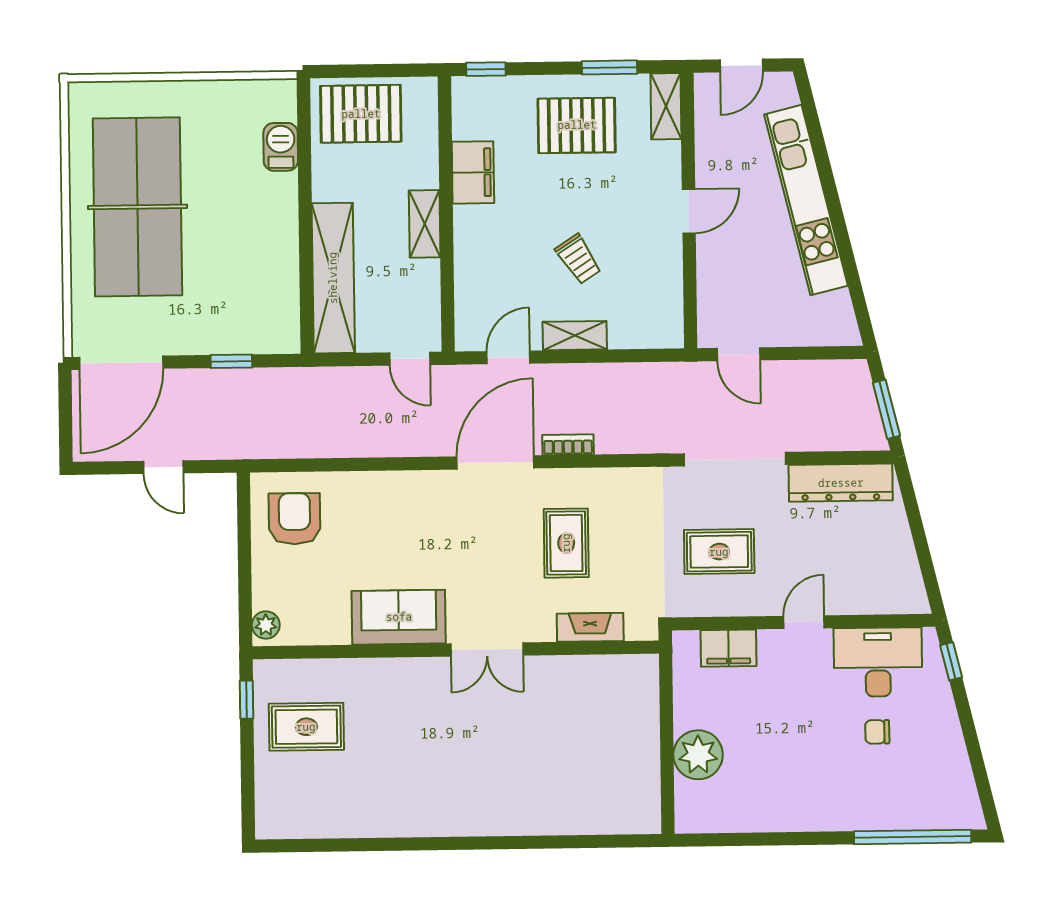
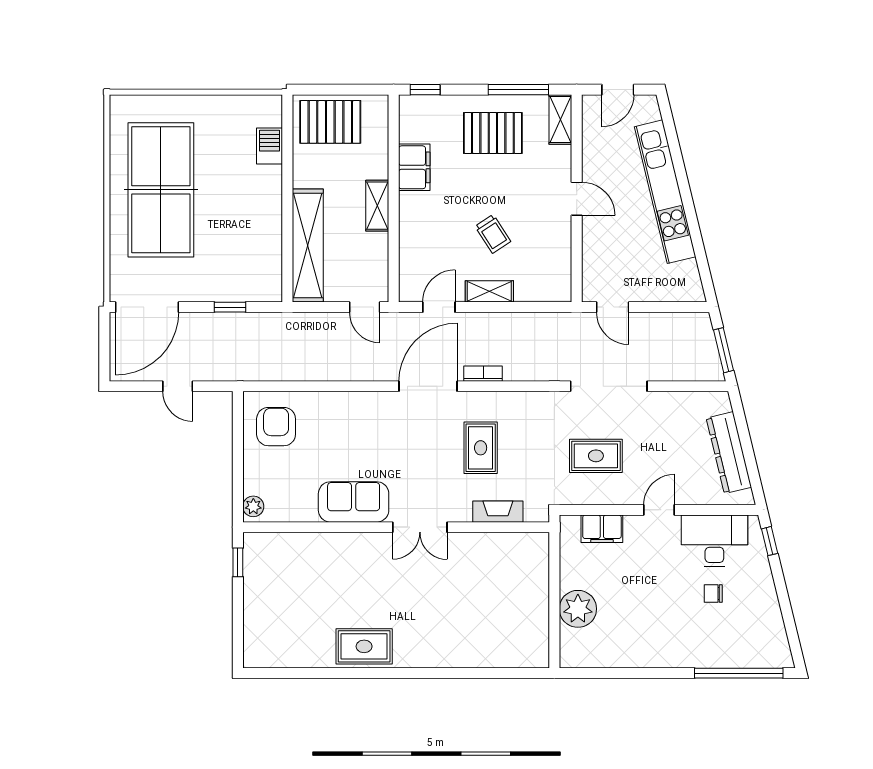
window: (610, 67) -> (518, 90), width x1.44
door: (689, 211) -> (577, 199), hinge flipped
dresser: (841, 483) -> (729, 453), moved, turned 76
rug: (306, 727) -> (364, 646), moved

